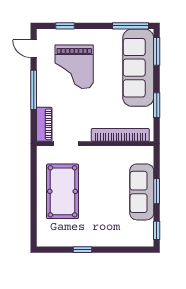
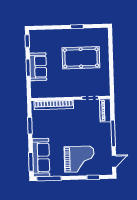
door: (34, 49) -> (114, 161), hinge flipped
grand piano: (74, 67) -> (79, 159), moved, turned 90
sofa: (138, 68) -> (41, 158), width x0.74, depth x0.79
pool table: (63, 191) -> (81, 58), moved, turned 90
sofa: (142, 192) -> (38, 67), width x0.73

